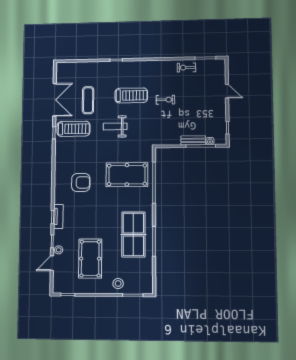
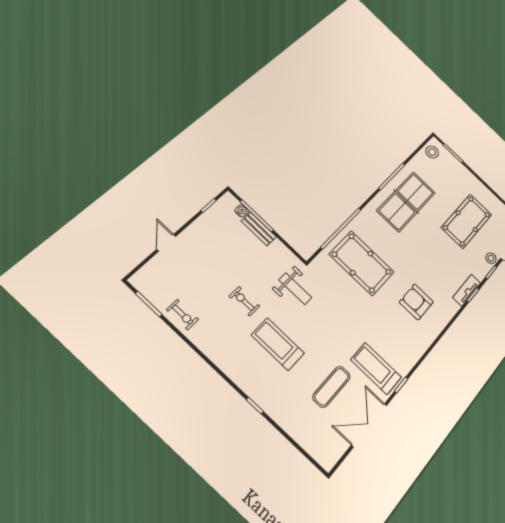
weight bench: (115, 126) -> (295, 289), moved
stool: (118, 283) -> (432, 152), moved

